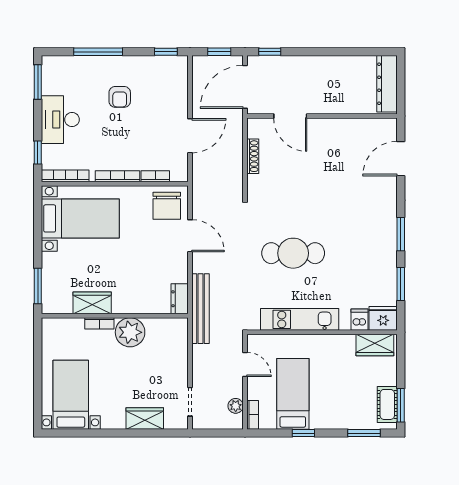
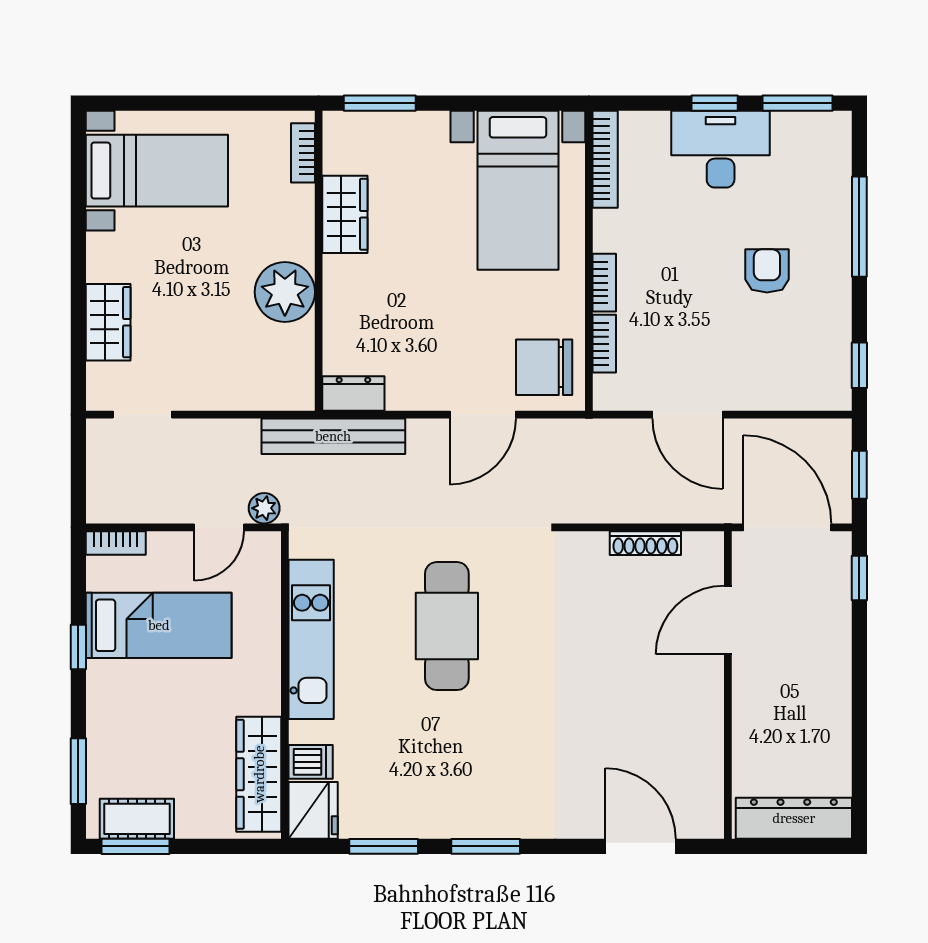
armchair: (120, 97) -> (767, 271), turned 90
window: (38, 153) -> (715, 103), moved
bookcase: (118, 176) -> (604, 283), width x0.64
bookcase: (99, 323) -> (303, 153), moved
wardrobe: (375, 345) -> (259, 774), width x1.50
plant: (236, 406) -> (264, 508), moved

